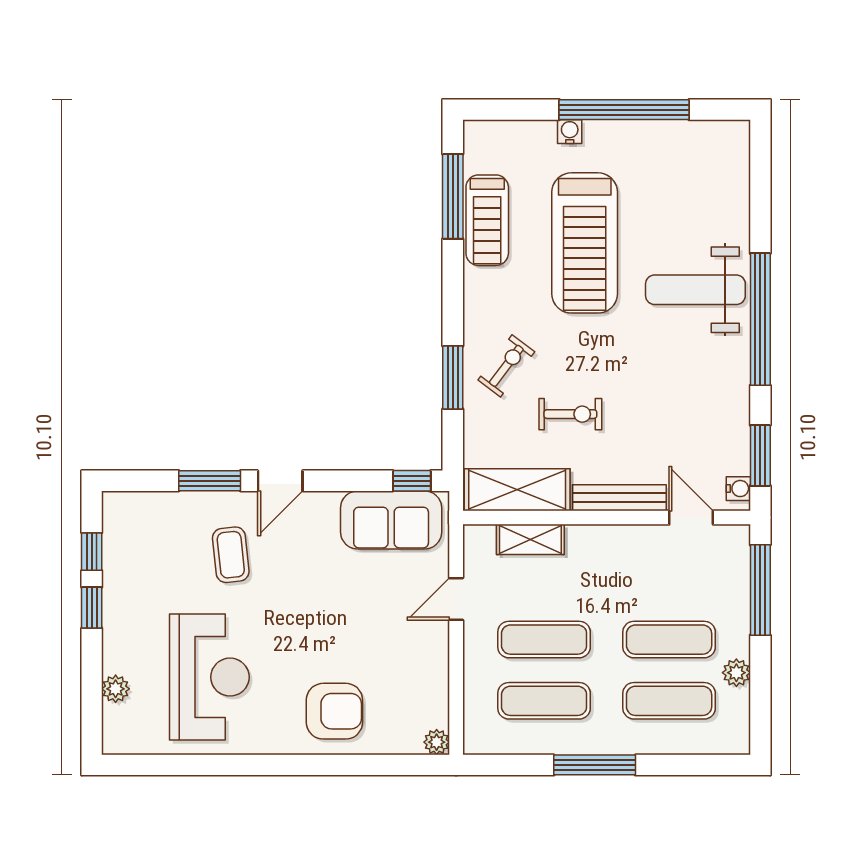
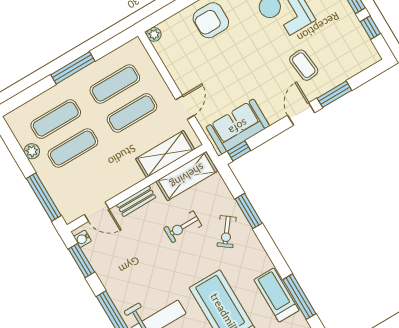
bench: (619, 498) -> (136, 201), width x0.73
shelving: (530, 539) -> (165, 154), width x1.50, depth x1.33

